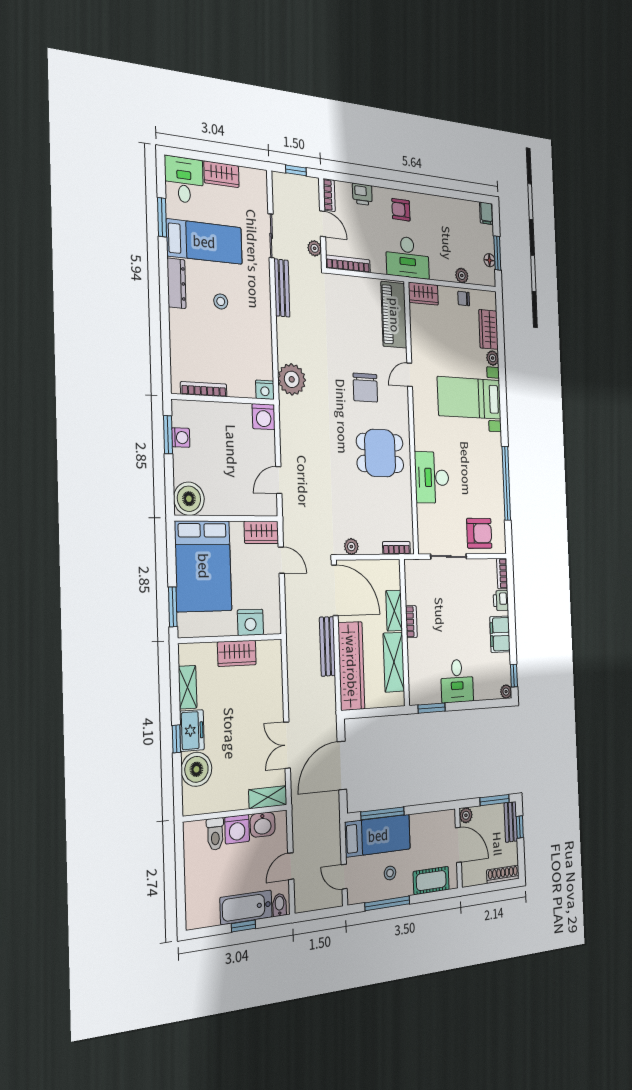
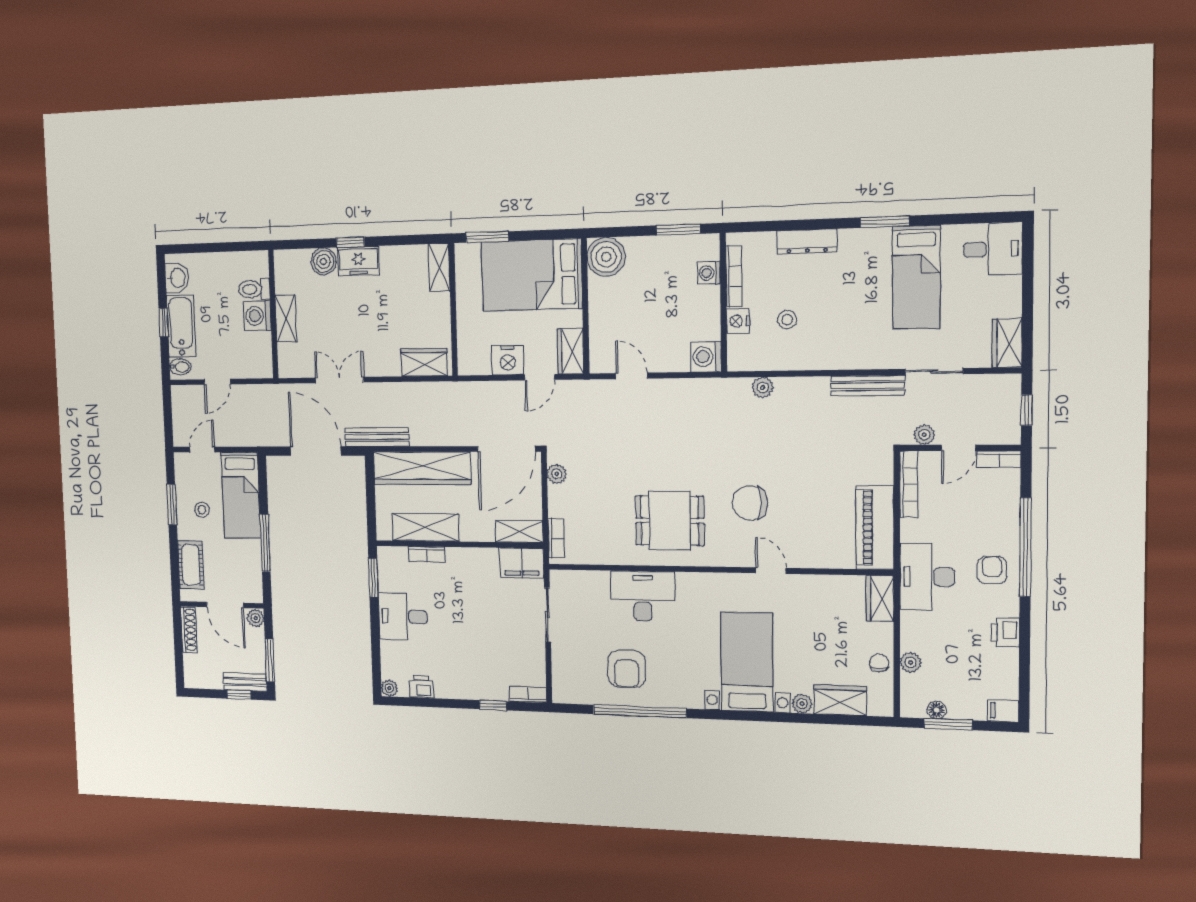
wardrobe: (221, 174) -> (1007, 343), moved
window: (385, 184) -> (1025, 547), added
printer: (362, 194) -> (1005, 633), moved
window: (162, 217) -> (885, 222), moved
dresser: (176, 283) -> (807, 241), moved
stool: (221, 301) -> (787, 320), moved
piano: (394, 315) -> (875, 528), moved, turned -90
plant: (292, 379) -> (763, 388), width x0.53, depth x0.53
nightstand: (265, 390) -> (738, 321), moved
washing machine: (181, 438) -> (709, 273), moved, turned 90
dining table: (380, 453) -> (670, 521), turned 90
armchair: (479, 533) -> (627, 669), moved
printer: (501, 600) -> (421, 687), moved
shelving: (394, 611) -> (519, 531), moved
nightstand: (250, 622) -> (508, 360), moved, turned -90
bookcase: (411, 622) -> (427, 554), moved
filing cabinet: (500, 634) -> (522, 563), moved, turned 180
bench: (327, 646) -> (377, 437), moved
wardrobe: (237, 653) -> (424, 362), moved, turned 90
window: (514, 676) -> (493, 705), moved
shelving: (188, 687) -> (439, 267), moved, turned 90
boiler: (196, 769) -> (324, 261), width x0.73, depth x0.73
shelving: (268, 797) -> (286, 319), moved
window: (383, 813) -> (265, 543), moved
washbasin: (263, 825) -> (177, 278), moved, turned 180
door: (458, 845) -> (225, 605), hinge flipped
door: (291, 866) -> (217, 382), swing flipped
shoe rack: (503, 874) -> (189, 630), moved
window: (387, 903) -> (172, 505), width x0.69

